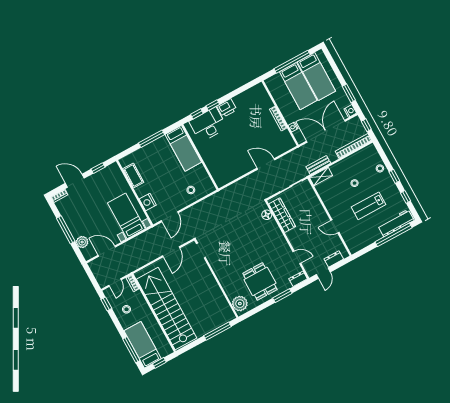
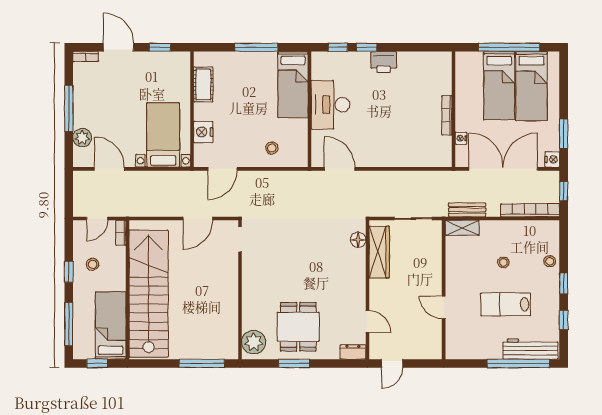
desk: (208, 125) -> (330, 105), moved, turned -90
door: (266, 164) -> (340, 169), moved
dresser: (334, 259) -> (417, 352), removed
window: (282, 296) -> (294, 363), moved
window: (106, 304) -> (69, 272), moved
bed: (143, 345) -> (111, 326), moved

